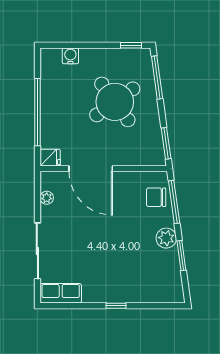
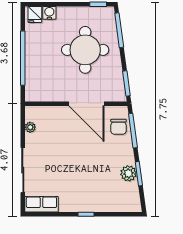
round table: (115, 102) -> (85, 50), turned 36
fridge: (50, 158) -> (35, 14), moved, turned 90
door: (91, 169) -> (87, 104), moved
chair: (156, 197) -> (119, 127), turned -90
plant: (166, 238) -> (128, 173), moved

